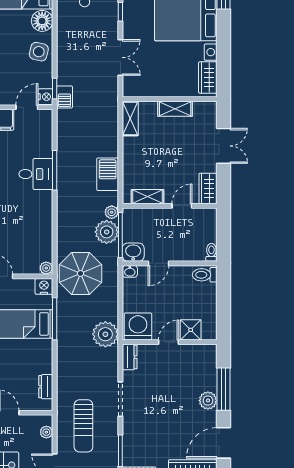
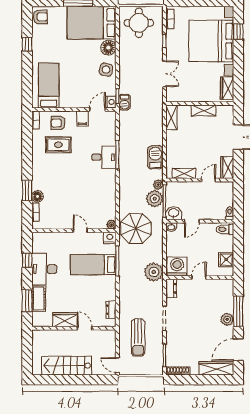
shower: (191, 330) -> (226, 260), moved
plant: (46, 432) -> (111, 342), removed

